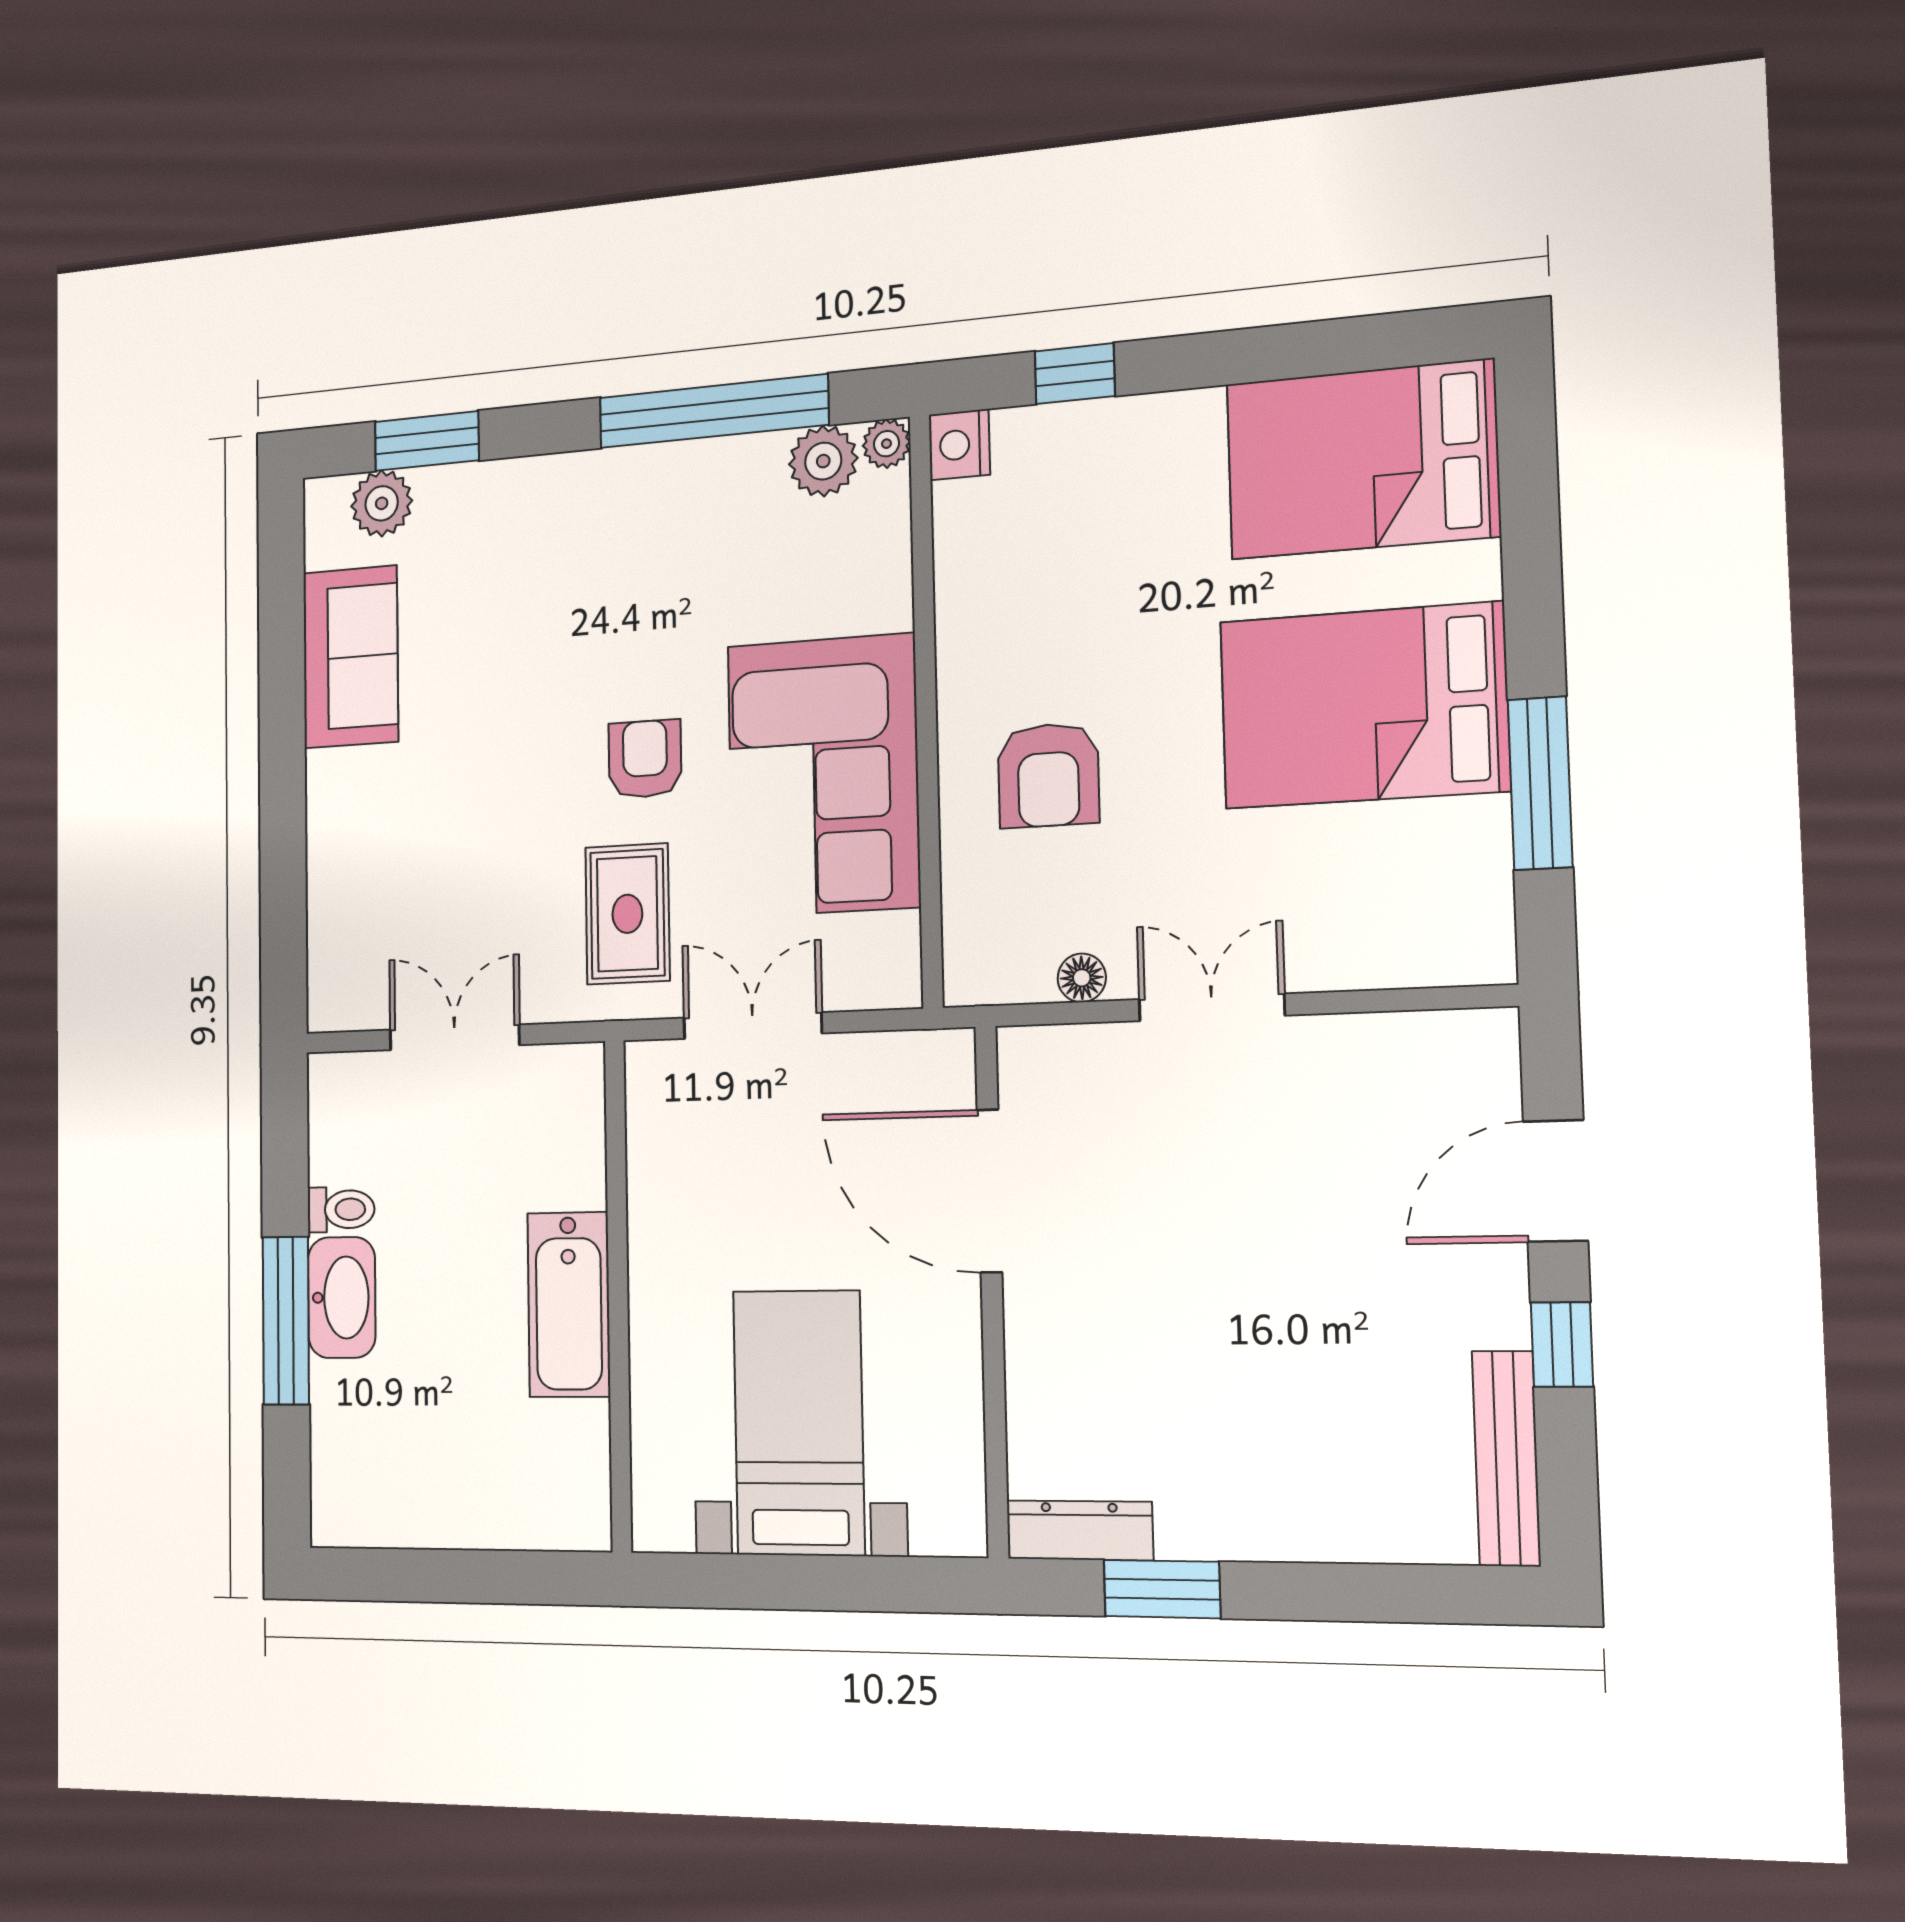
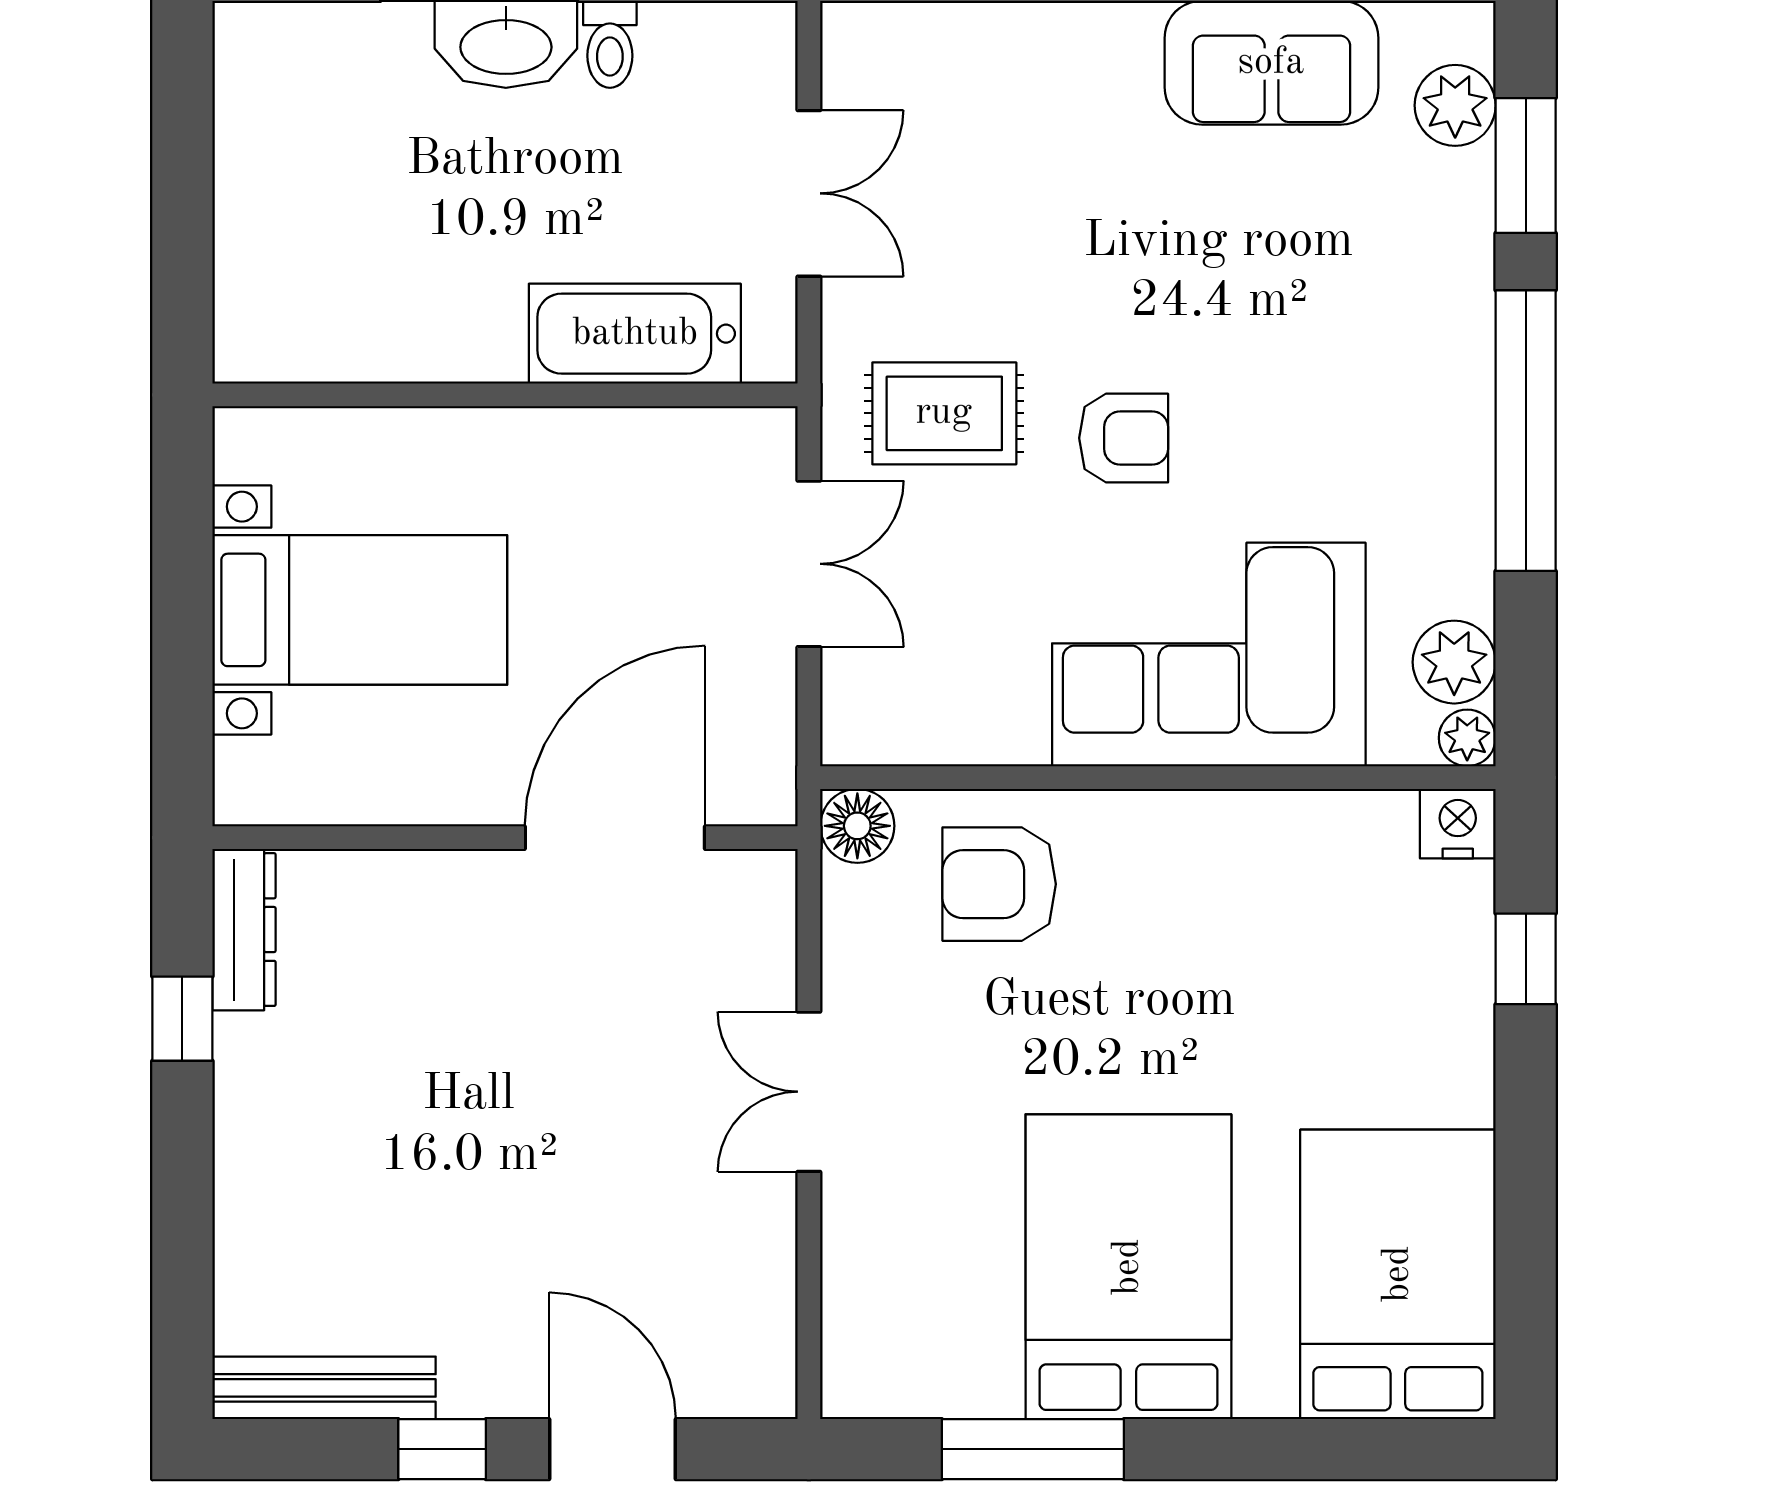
window: (713, 411) -> (1526, 431), moved
armchair: (1048, 775) -> (999, 884), moved
corner sofa: (823, 776) -> (1209, 654), moved
floor lamp: (1082, 978) -> (857, 826), moved, width x1.37, depth x1.37
double door: (1212, 1007) -> (809, 1092), swing flipped
bathtub: (569, 1305) -> (635, 334), moved
window: (1162, 1589) -> (182, 1019), width x0.67

